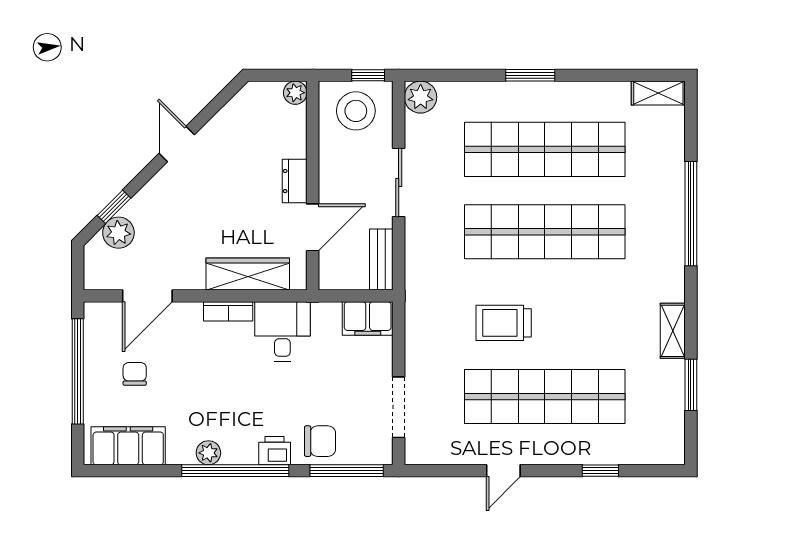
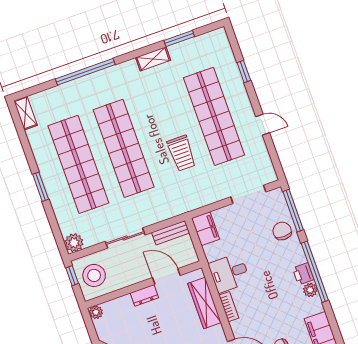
printer: (275, 451) -> (303, 274), moved

